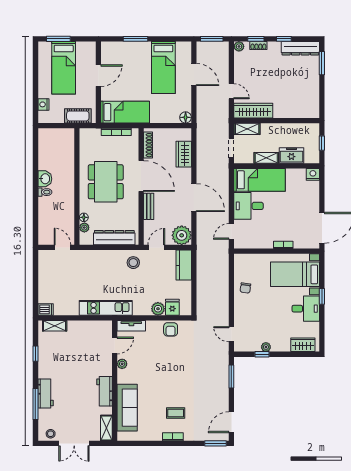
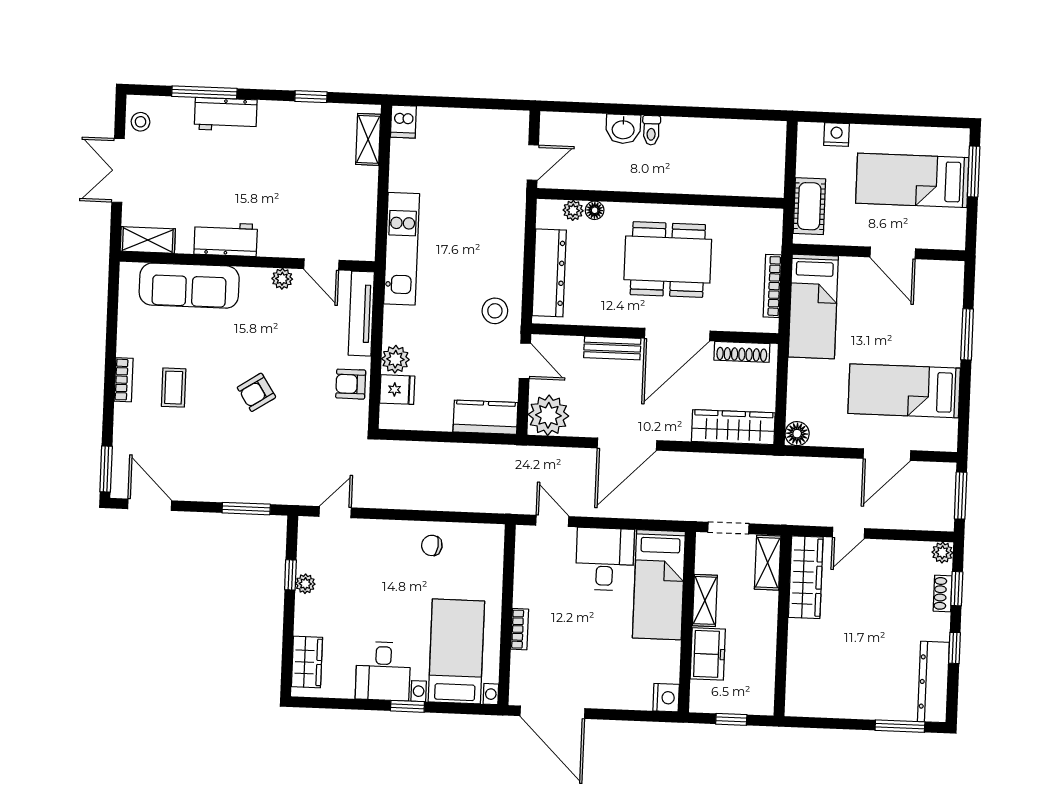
wardrobe: (184, 154) -> (733, 427), width x1.50
washbasin: (45, 179) -> (623, 129), moved
tv unit: (131, 326) -> (361, 314), width x1.41
armchair: (176, 374) -> (256, 392), added

